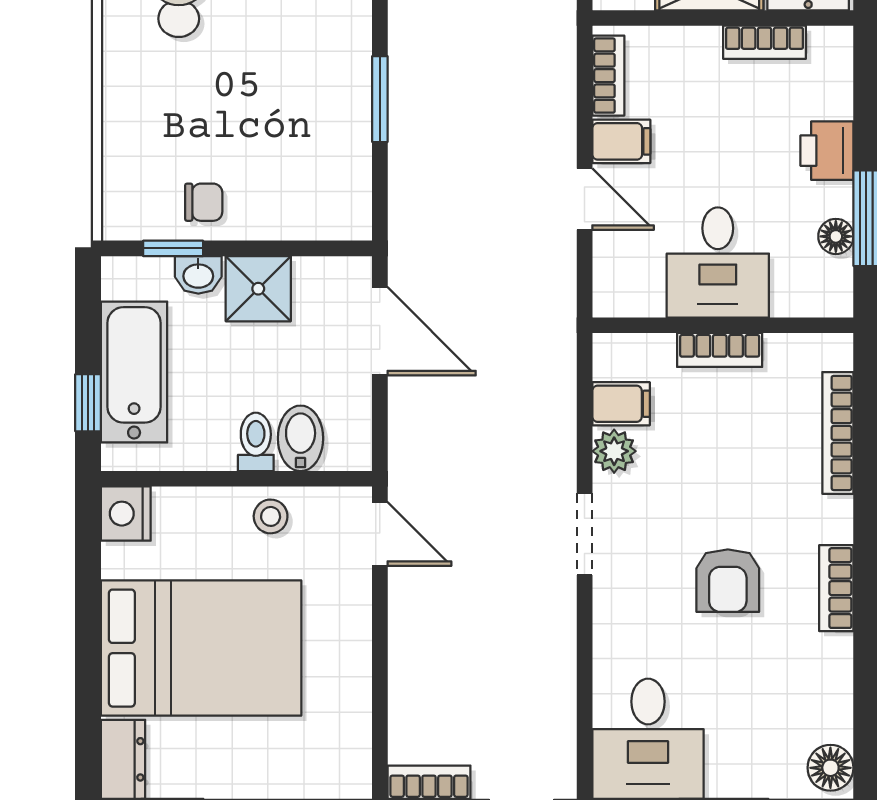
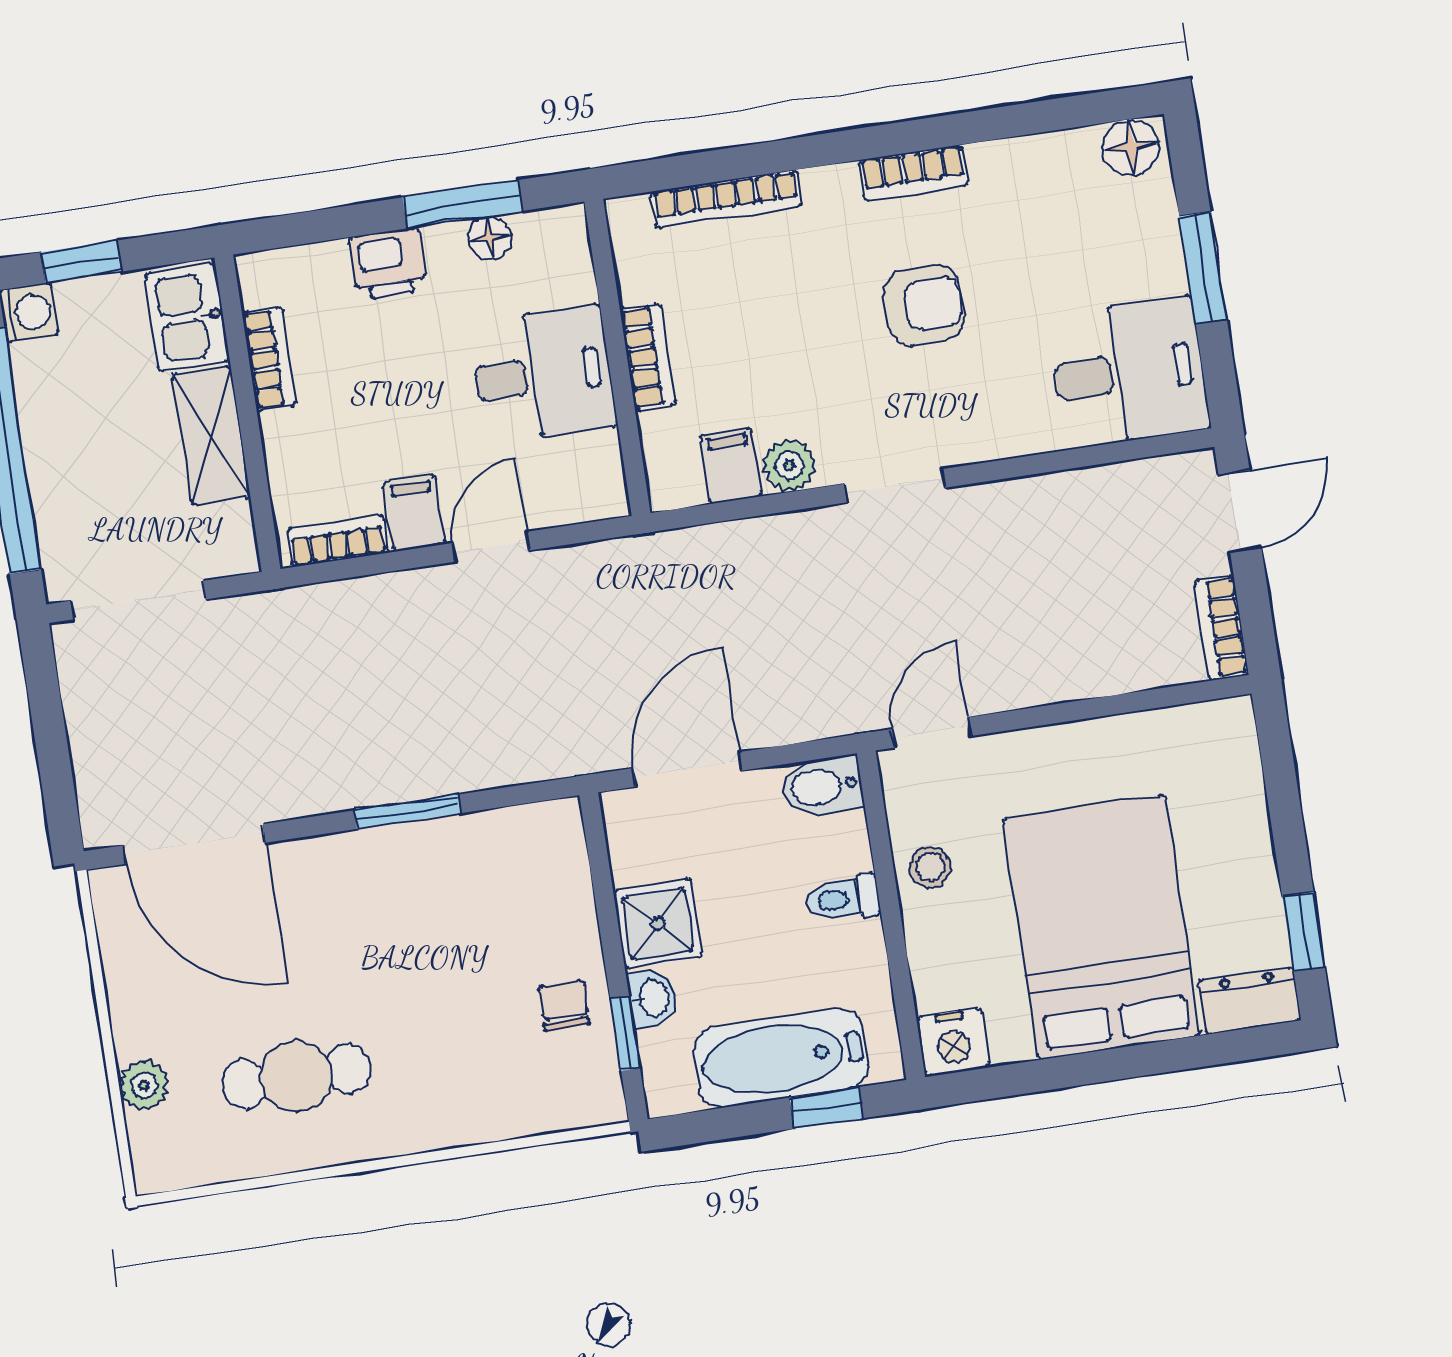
bidet: (301, 438) -> (822, 786), moved

